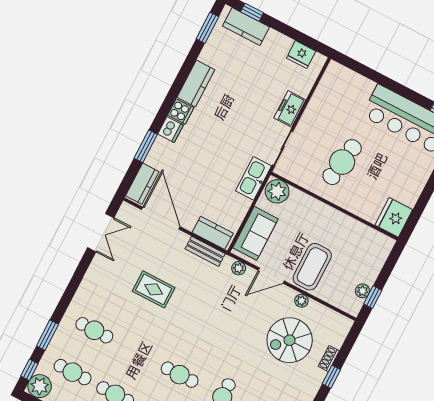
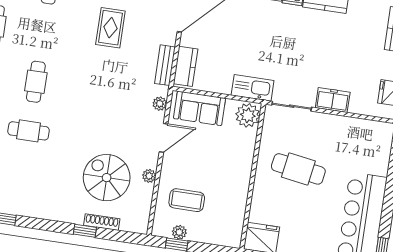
coffee table: (312, 267) -> (187, 200), moved, width x0.73, depth x0.76
door: (271, 276) -> (163, 138), swing flipped
shoe rack: (329, 359) -> (102, 222), width x1.43

